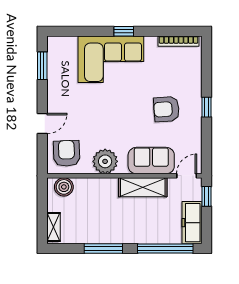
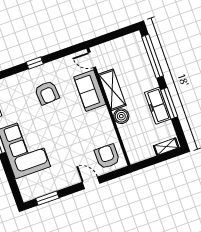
armchair: (67, 153) -> (107, 156), turned 92
plant: (105, 161) -> (103, 125), removed
boiler: (64, 187) -> (121, 116), moved
window: (207, 196) -> (102, 39), removed
freezer: (192, 223) -> (158, 106), moved, turned 90

